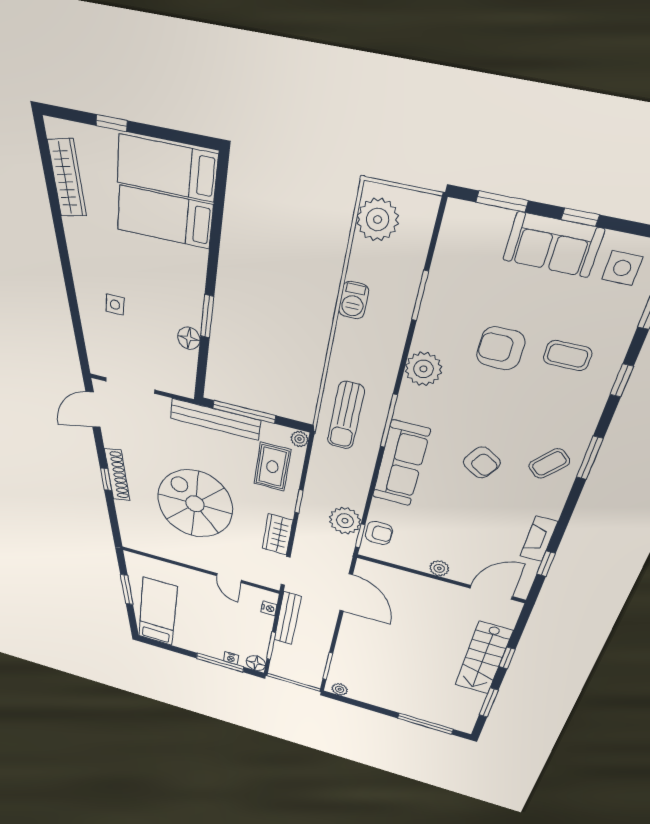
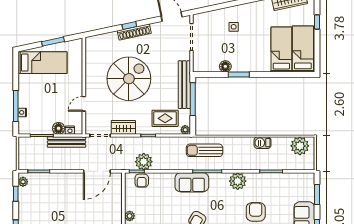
sofa: (401, 464) -> (192, 182), width x0.73
floor lamp: (256, 663) -> (59, 128), moved
window: (357, 703) -> (16, 194), added

